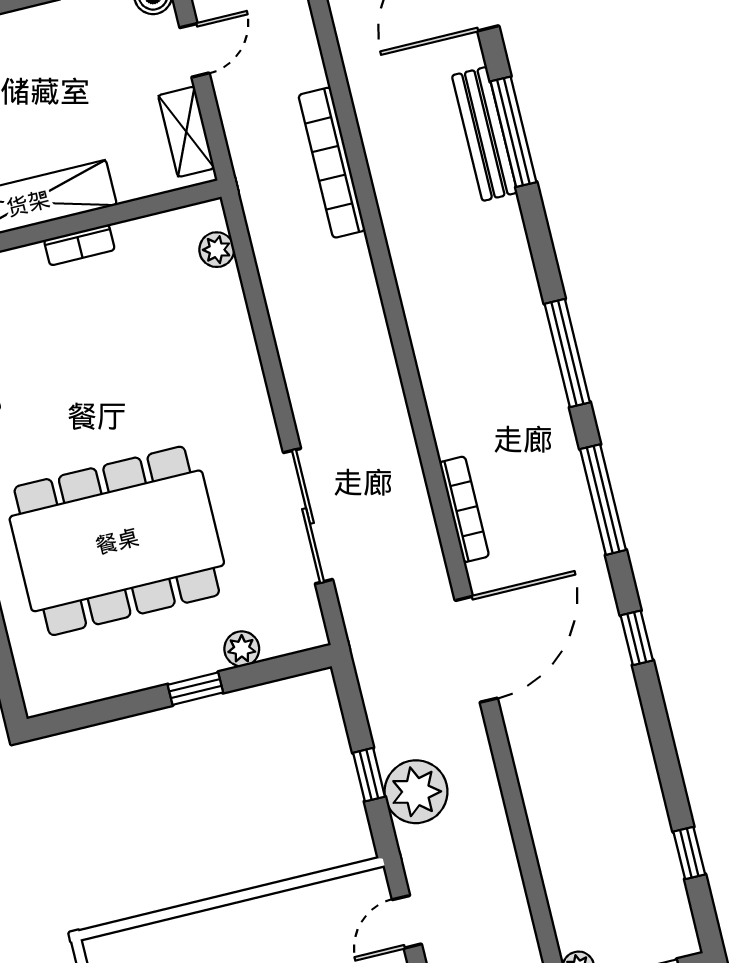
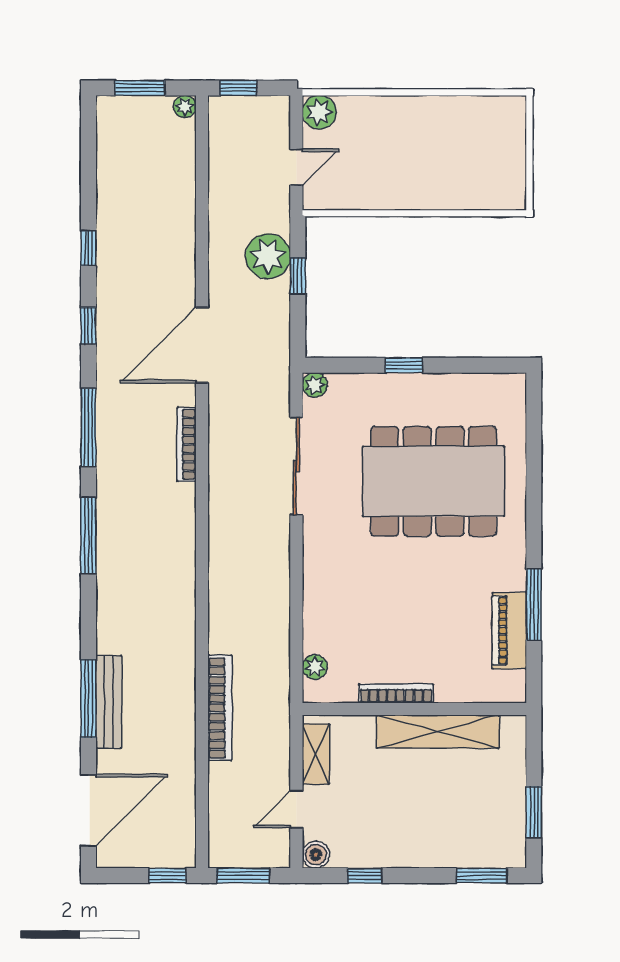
bookcase: (79, 245) -> (396, 693), width x1.56
plant: (242, 649) -> (315, 385), moved
window: (689, 853) -> (88, 248), moved

